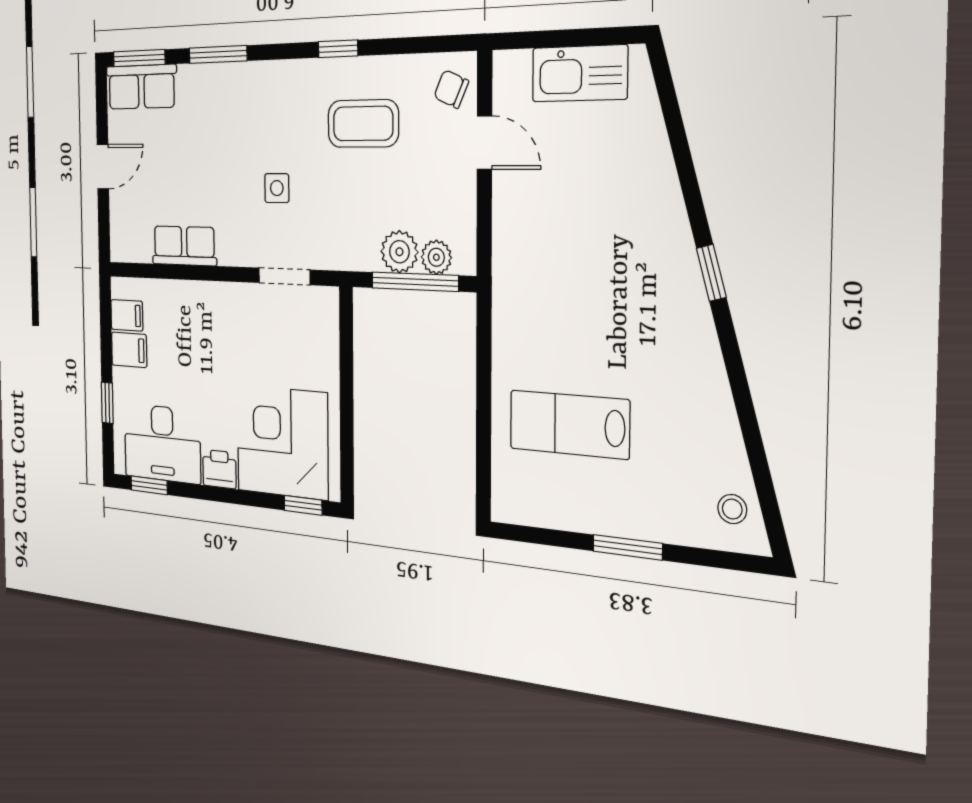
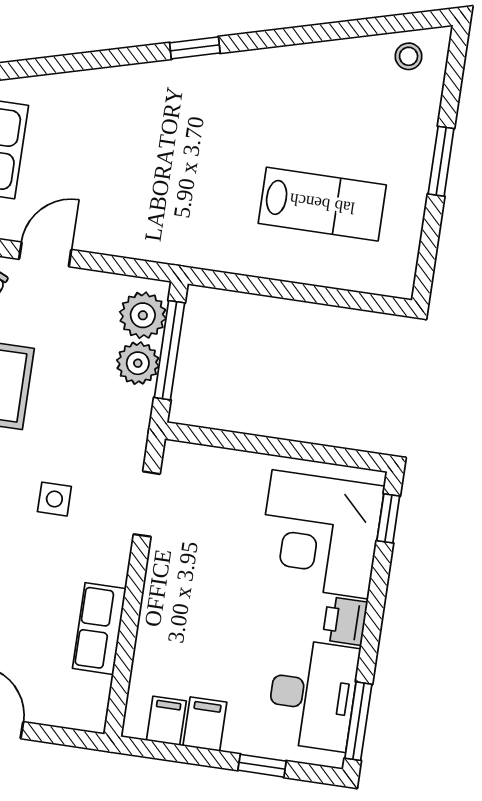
plant: (436, 257) -> (143, 315), width x1.38, depth x1.38
lab bench: (569, 424) -> (322, 204), turned -90
window: (149, 485) -> (358, 721), width x1.50

